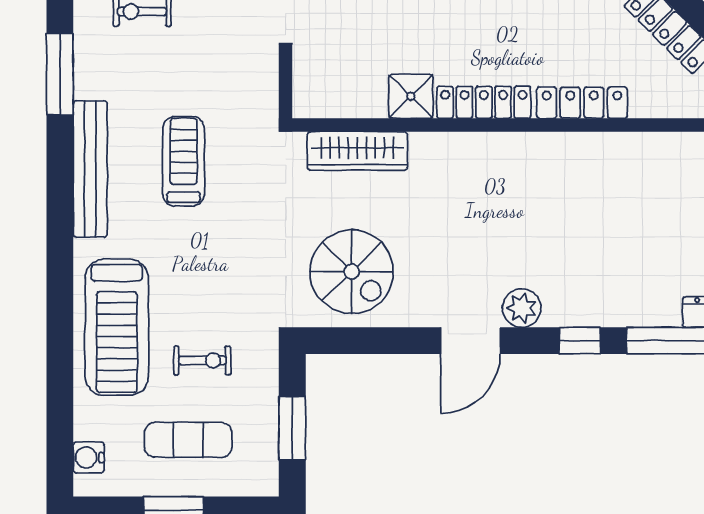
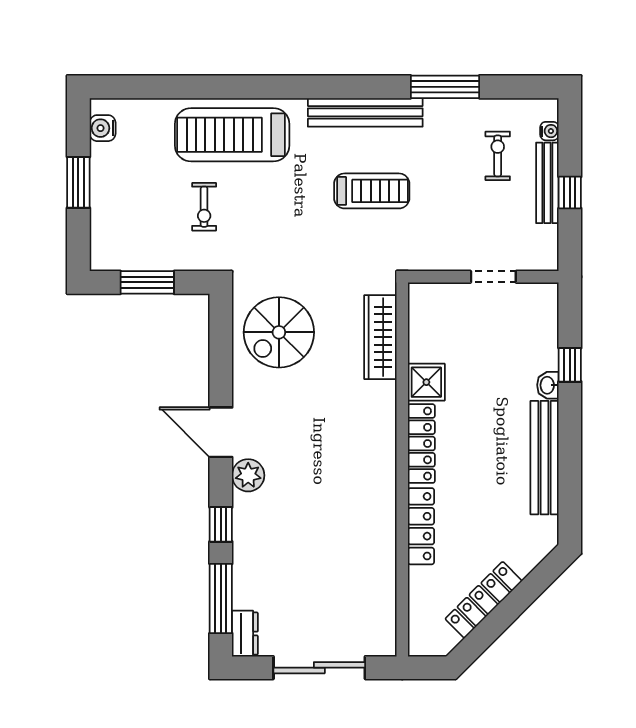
exercise mat: (188, 440) -> (137, 195), removed
water cooler: (89, 457) -> (103, 128), moved, turned -90

